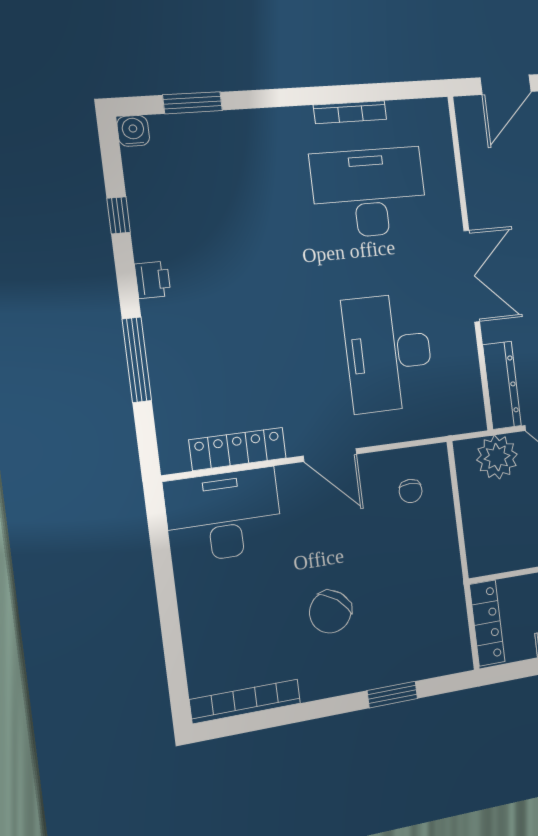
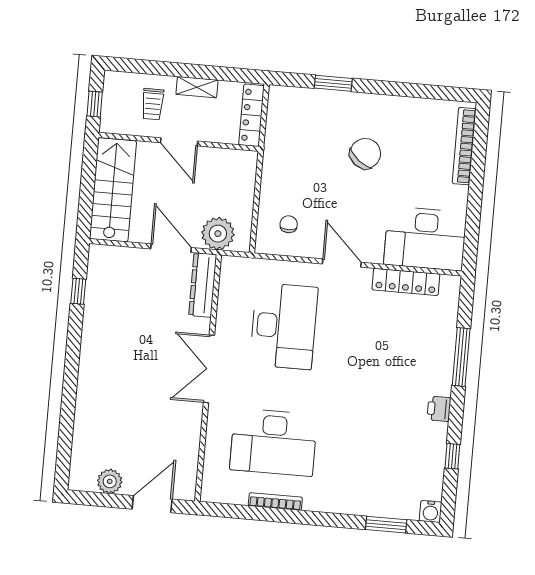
bookcase: (245, 701) -> (464, 146), moved, turned 90

